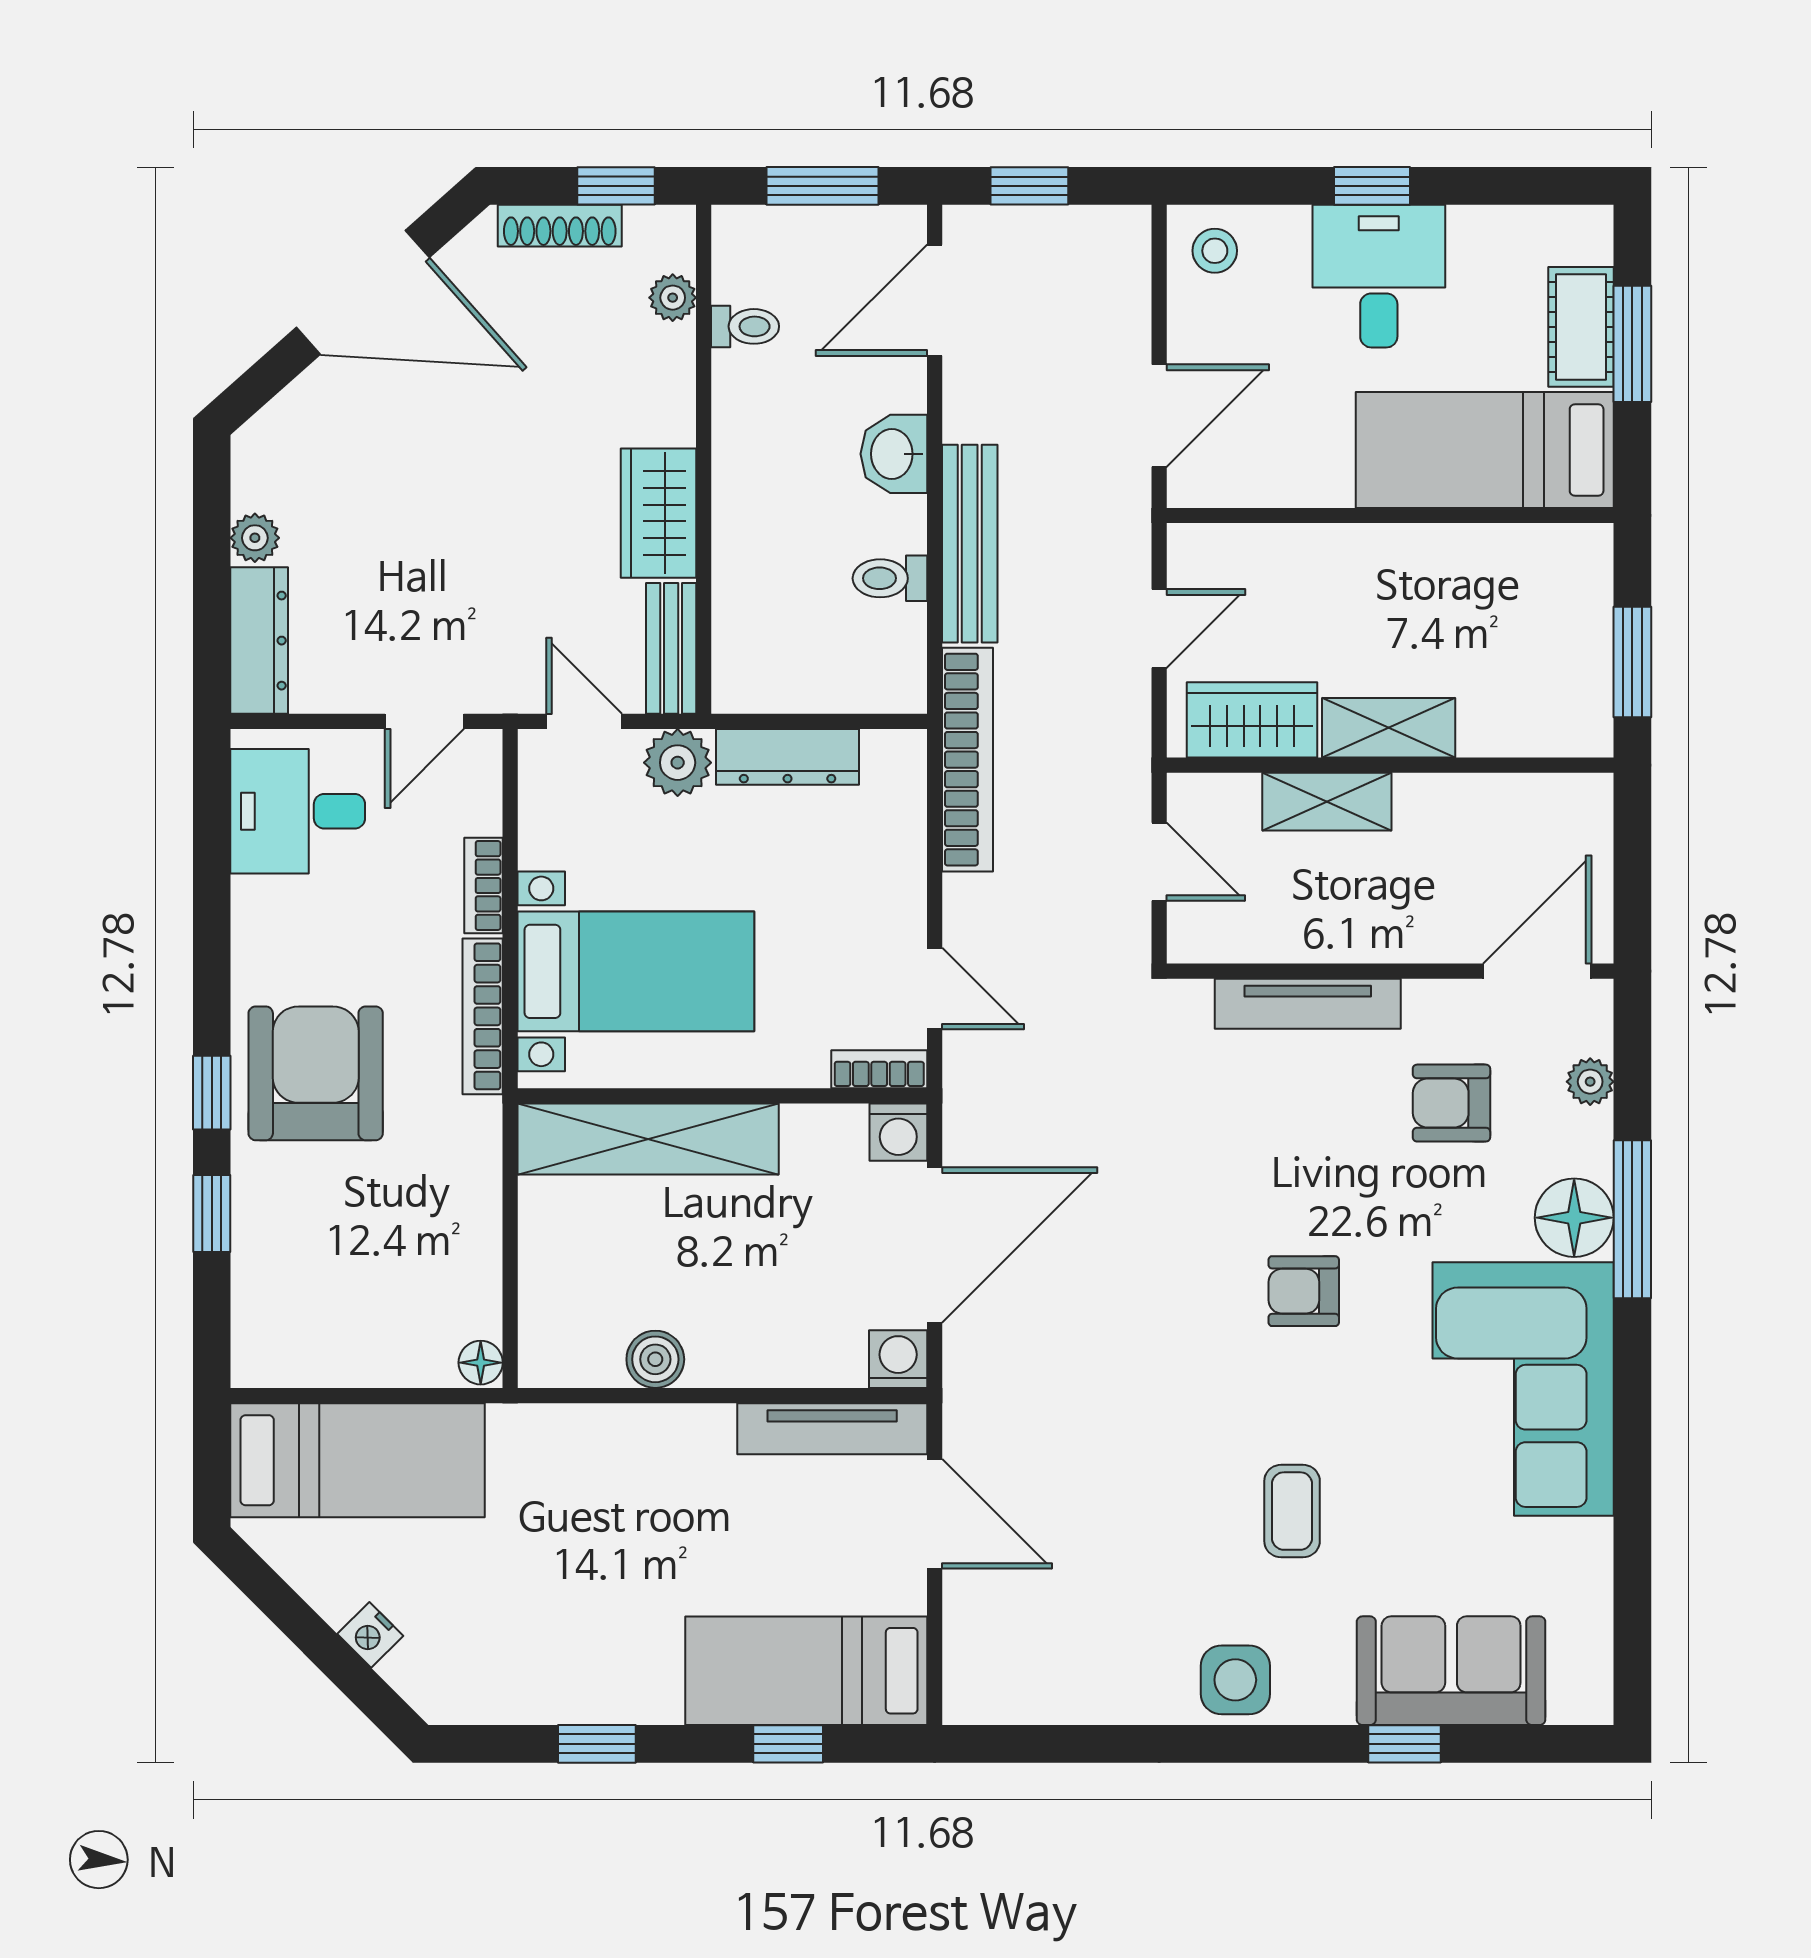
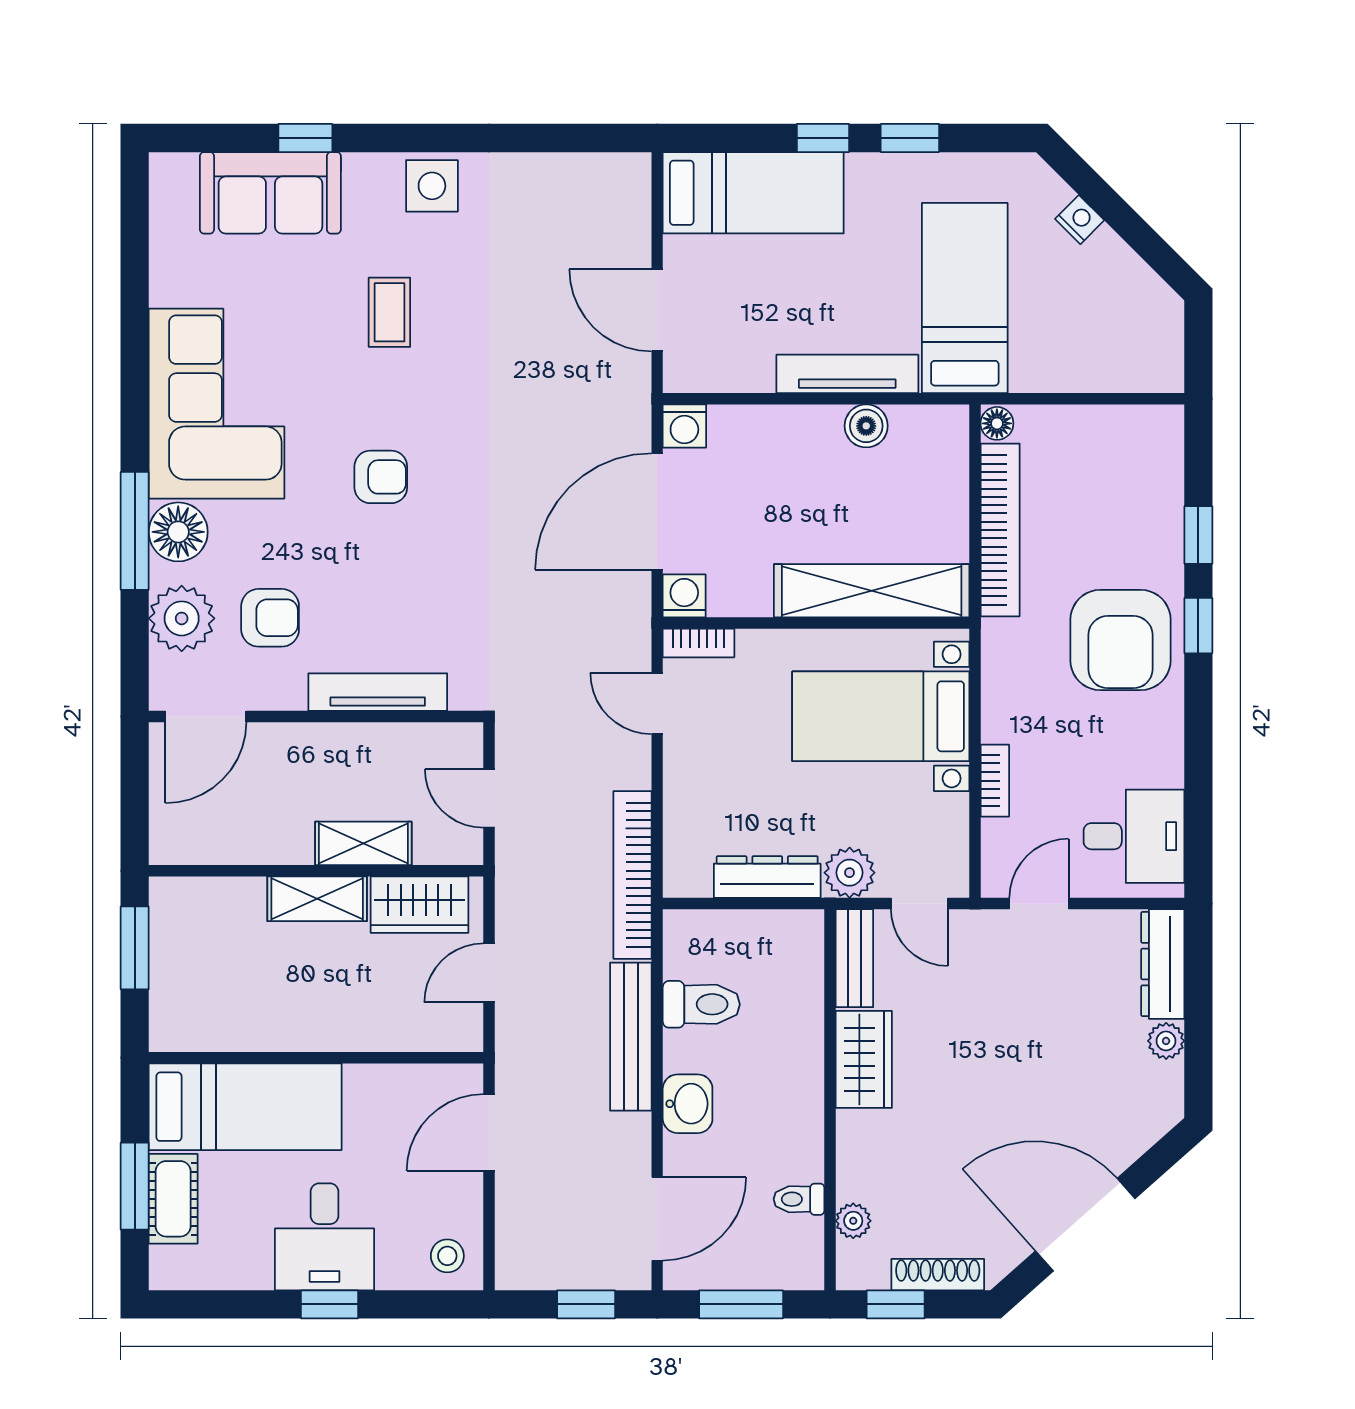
toilet: (890, 578) -> (701, 1004), width x1.37, depth x1.39
bookcase: (483, 1016) -> (1000, 530), moved, width x1.48, depth x1.31
plant: (1590, 1082) -> (182, 618), width x1.88, depth x1.88
tv unit: (832, 1429) -> (847, 374), moved
bed: (358, 1460) -> (965, 298), moved, turned 90
window: (788, 1744) -> (823, 138), moved

